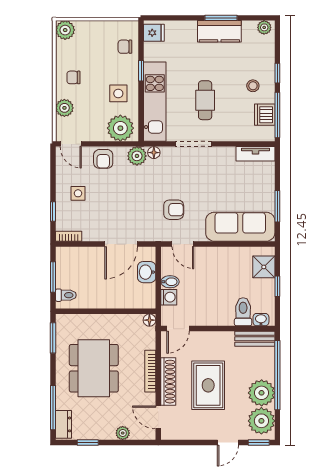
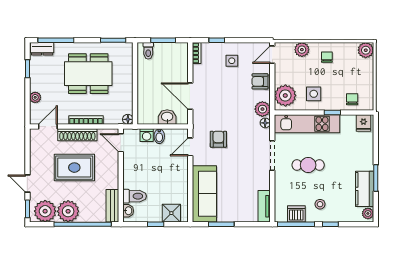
kitchen counter: (219, 31) -> (365, 189), moved
armchair: (174, 210) -> (218, 139), turned 180

